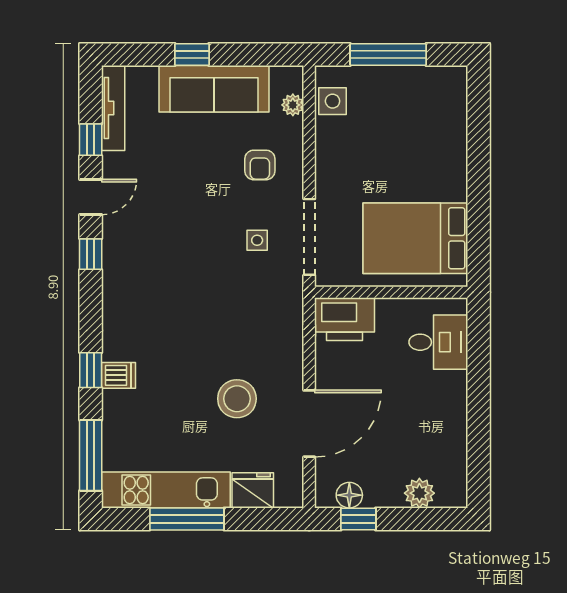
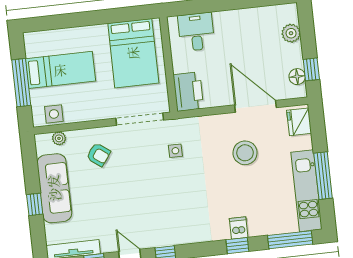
bed: (402, 119) -> (60, 70), added
armchair: (260, 165) -> (98, 155), turned 36
side table: (257, 240) -> (175, 151), moved
fridge: (253, 490) -> (299, 122), moved

